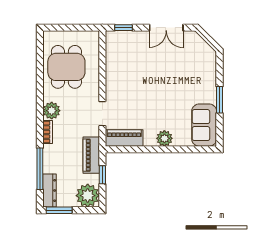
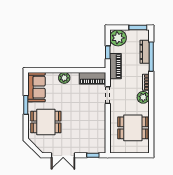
double door: (166, 28) -> (63, 155), swing flipped
dining table: (66, 67) -> (133, 128), turned 90
dining table: (191, 75) -> (46, 122), added
dresser: (50, 190) -> (145, 52), moved

